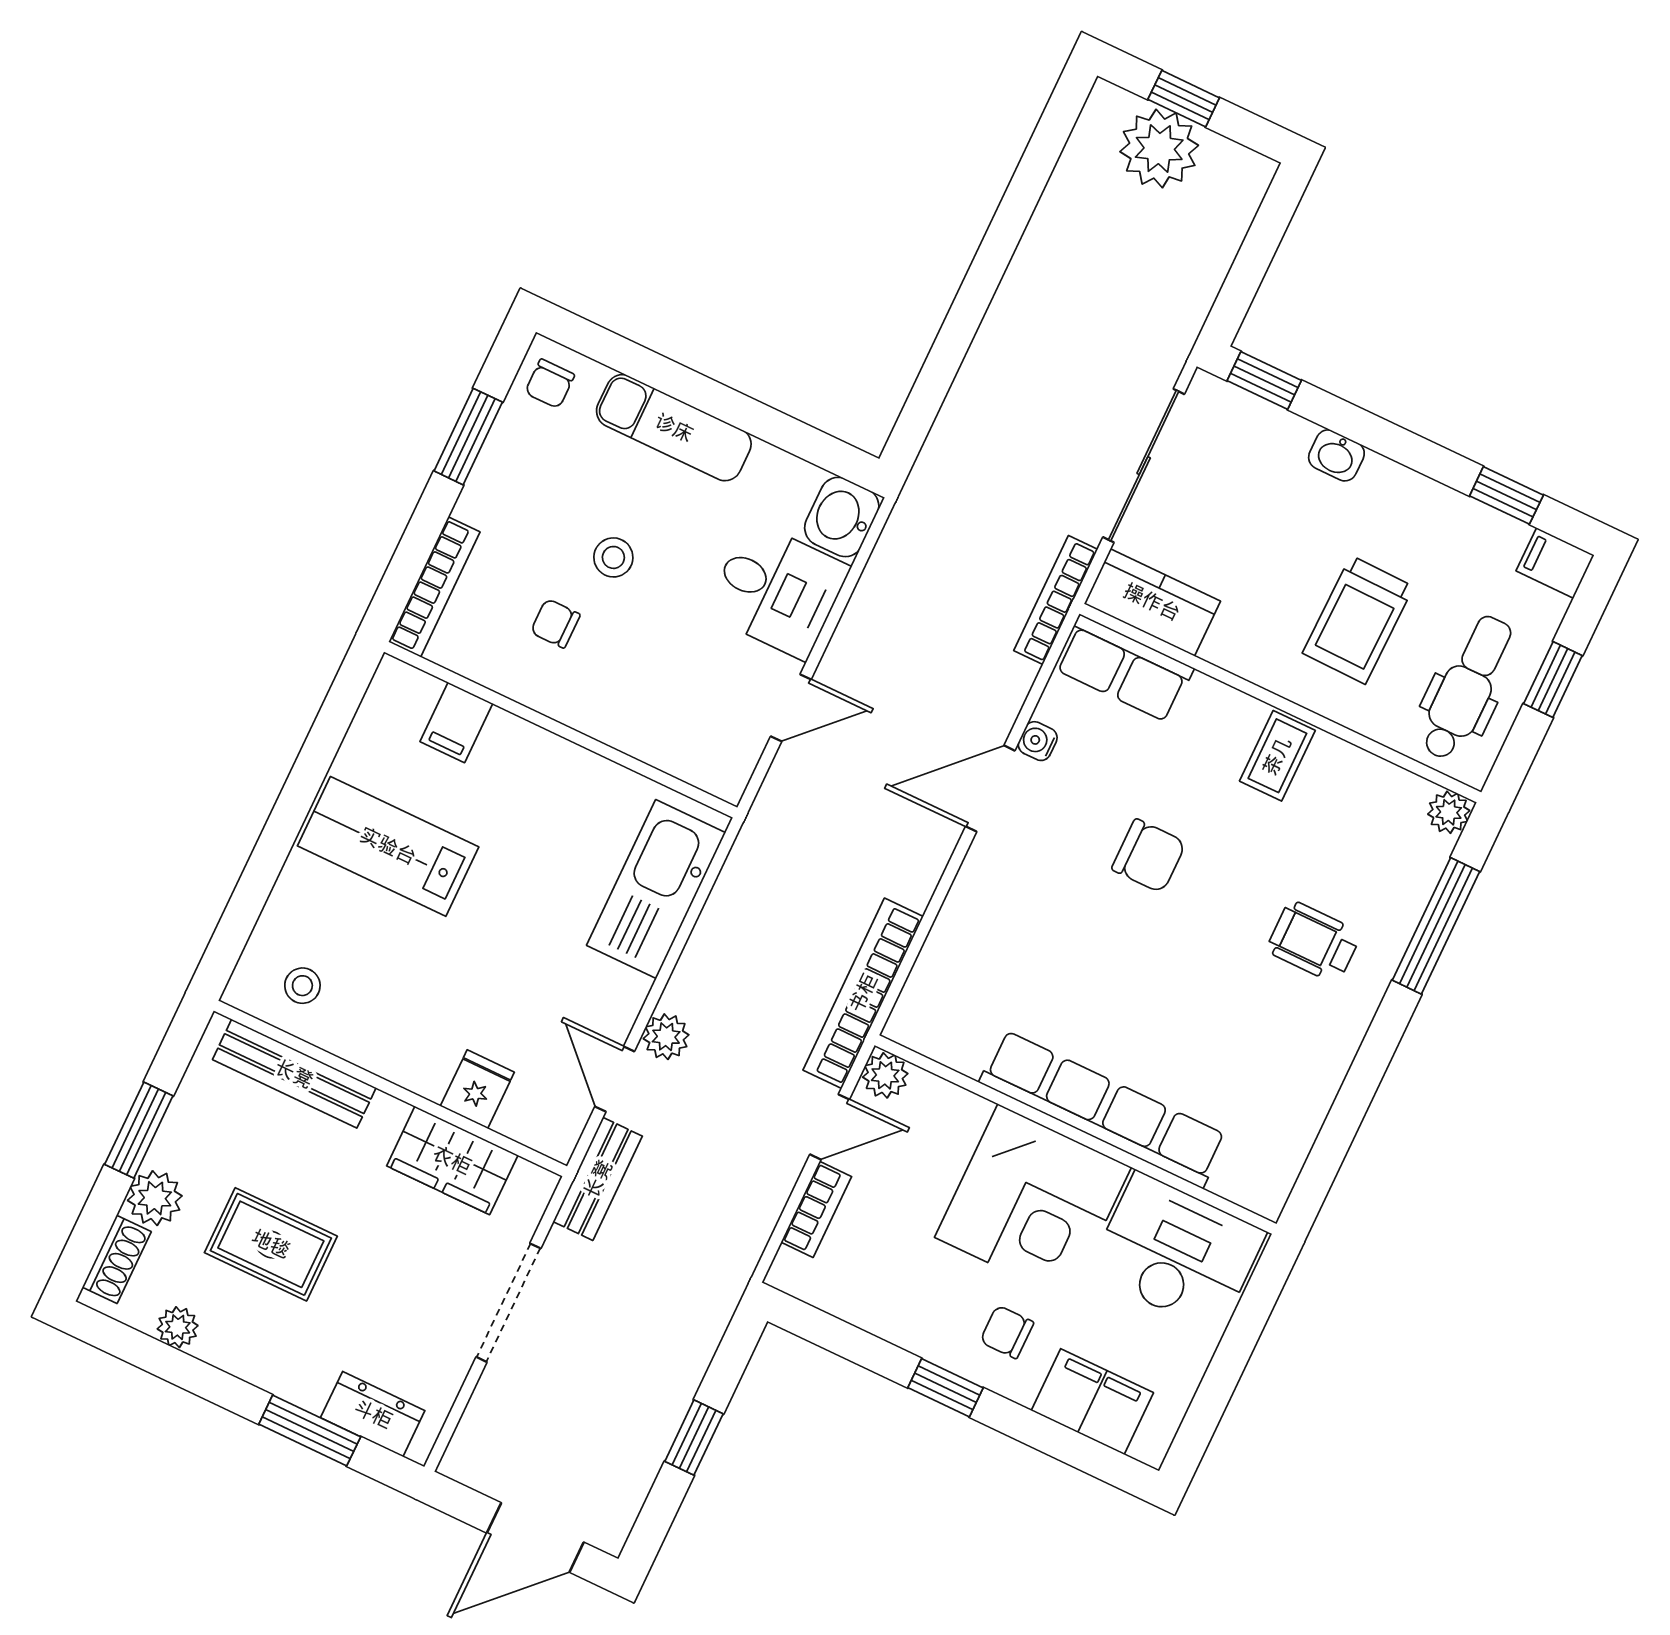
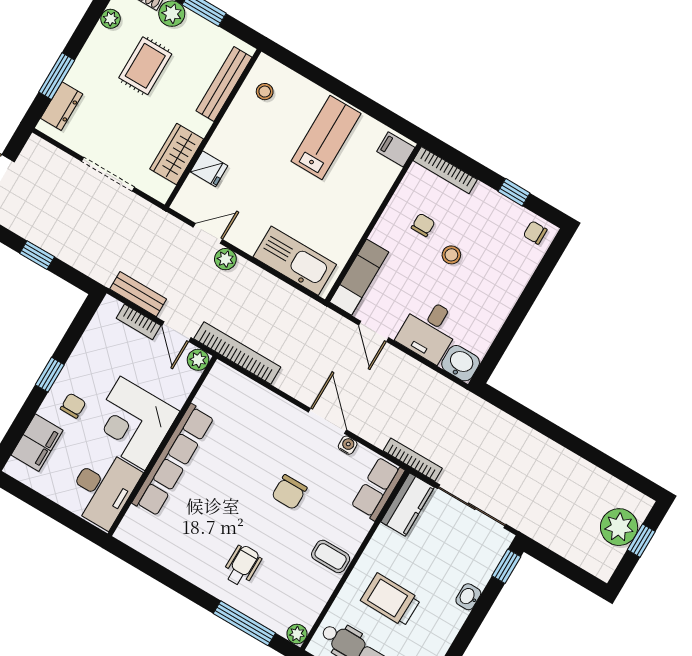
exam couch: (674, 428) -> (359, 277), moved, turned 180
window: (468, 437) -> (514, 192), width x0.67
filing cabinet: (456, 723) -> (396, 149), moved
bench: (598, 1179) -> (138, 294), moved

